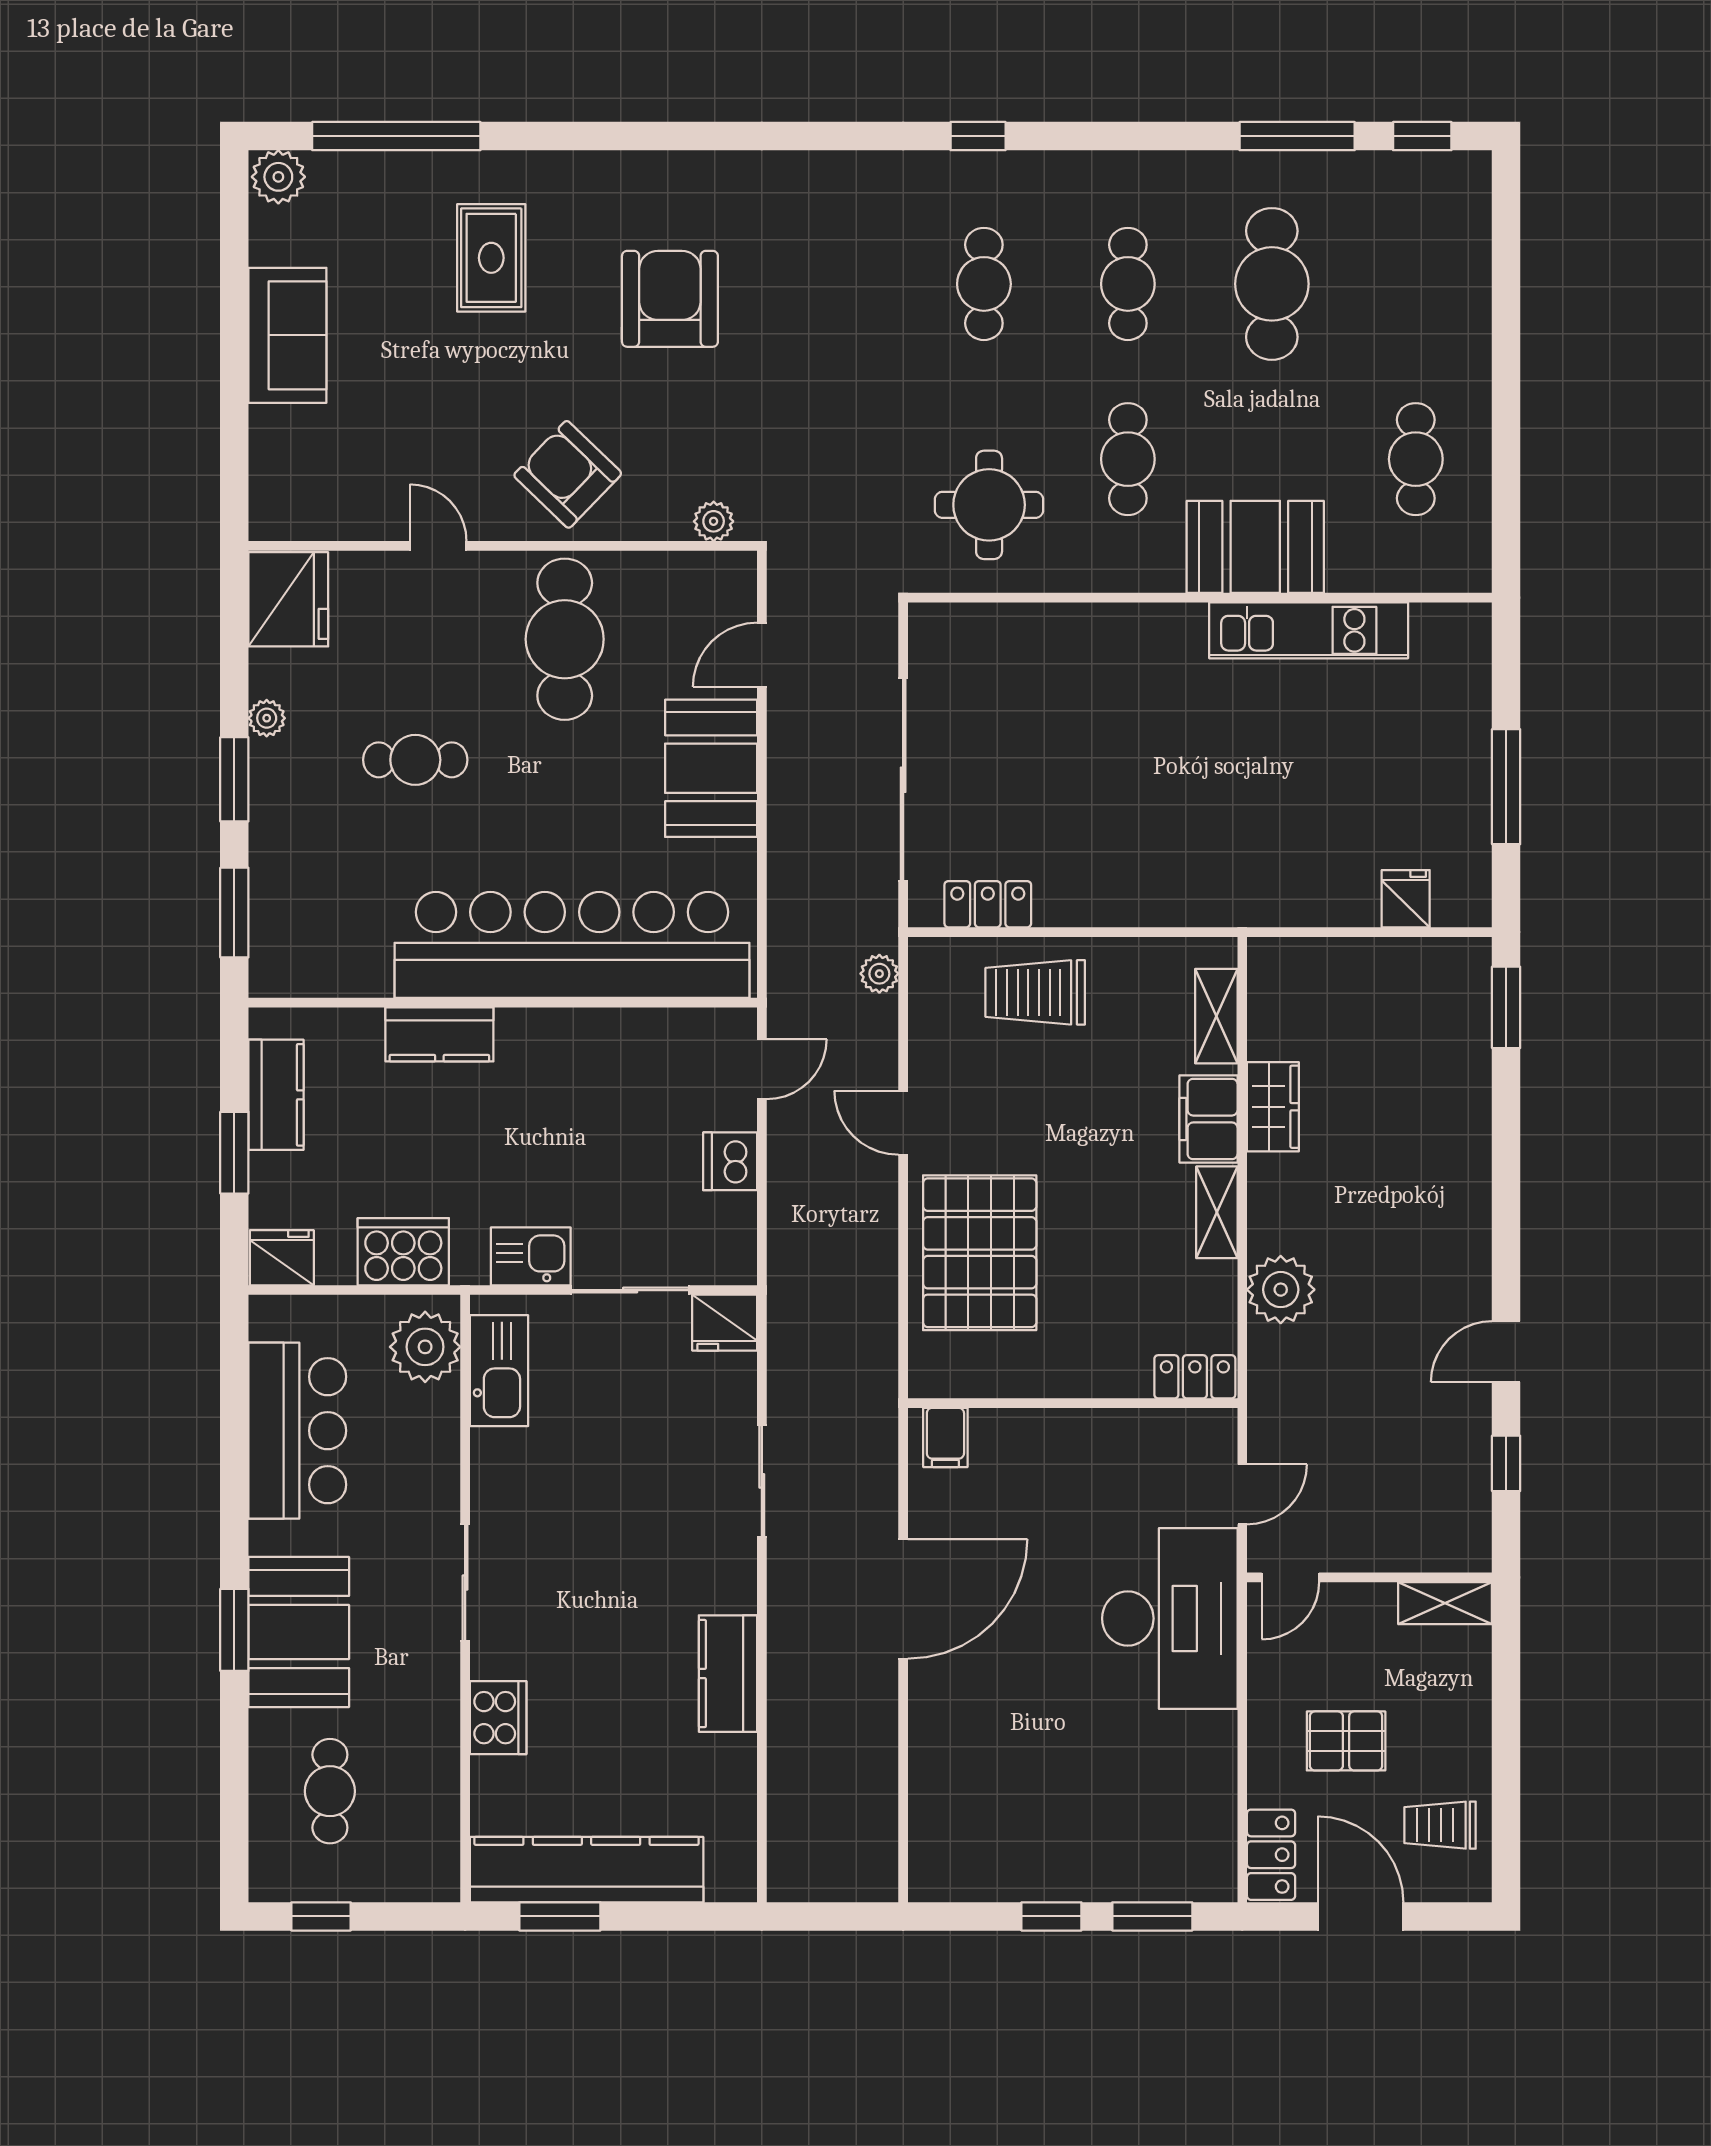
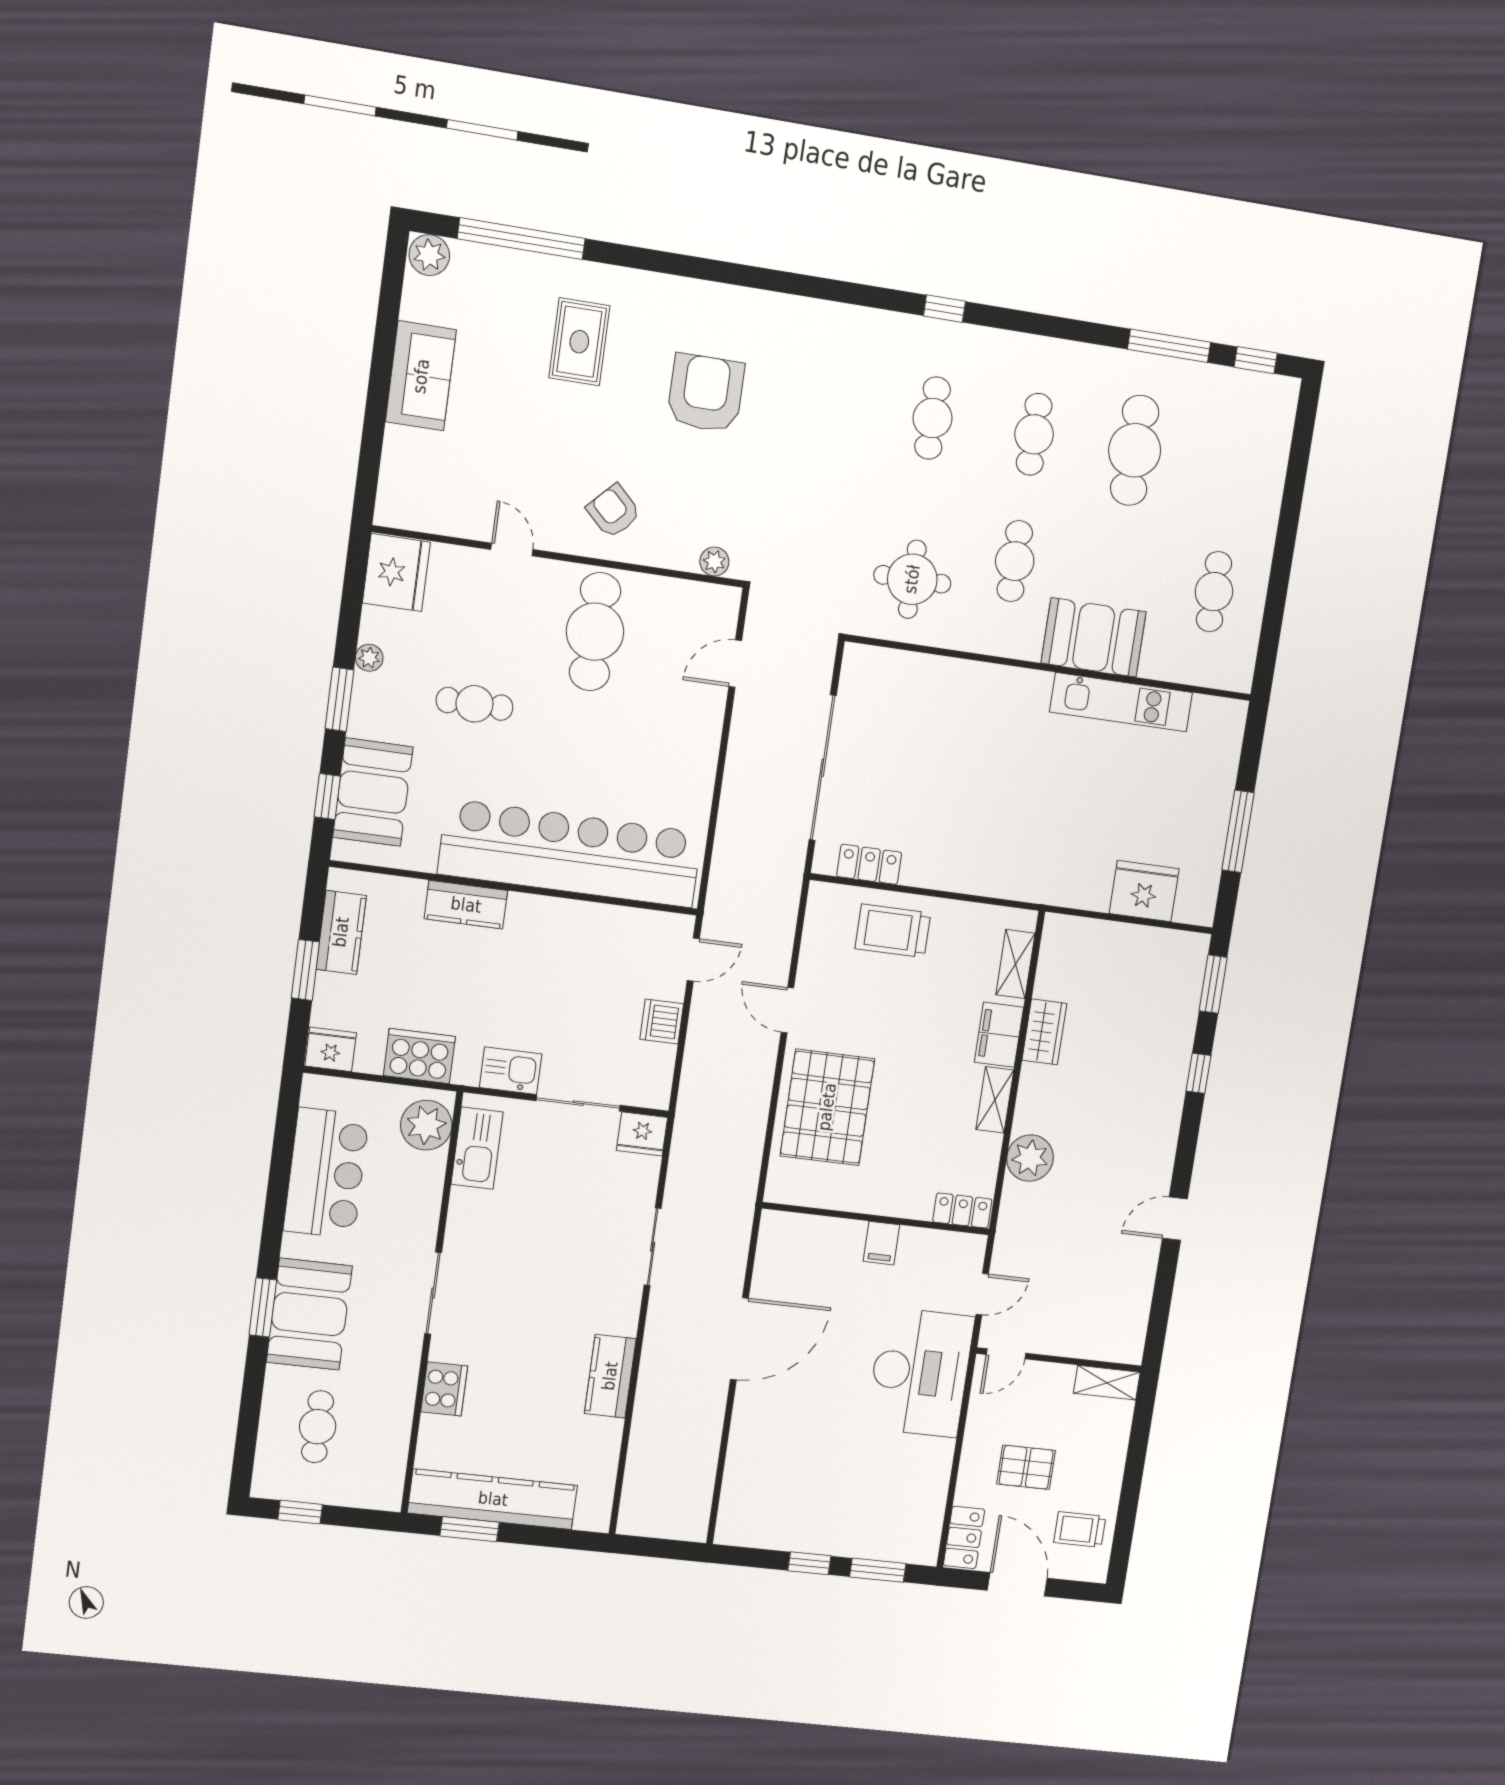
armchair: (568, 474) -> (614, 511), width x0.72, depth x0.72
booth: (711, 768) -> (373, 792), moved
fridge: (1406, 899) -> (1144, 891), width x1.88, depth x1.34
window: (234, 913) -> (327, 797), width x0.67
plant: (879, 974) -> (786, 903), removed
filing cabinet: (945, 1437) -> (881, 1243), moved
window: (1506, 1463) -> (1199, 1073), moved

